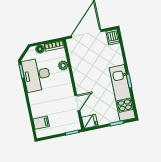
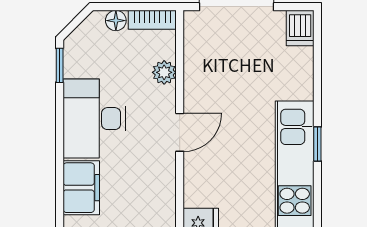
desk: (36, 75) -> (94, 119), moved
door: (77, 103) -> (180, 132), moved
filing cabinet: (41, 123) -> (81, 188), width x2.00

